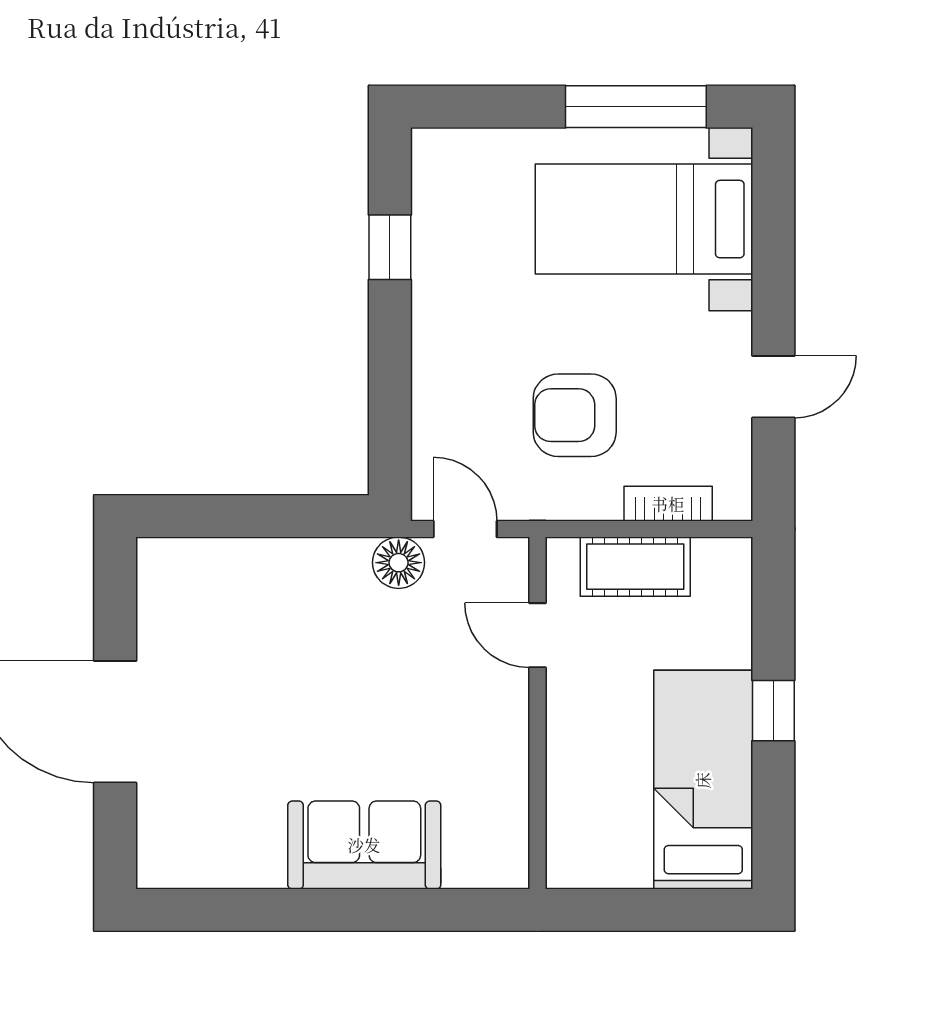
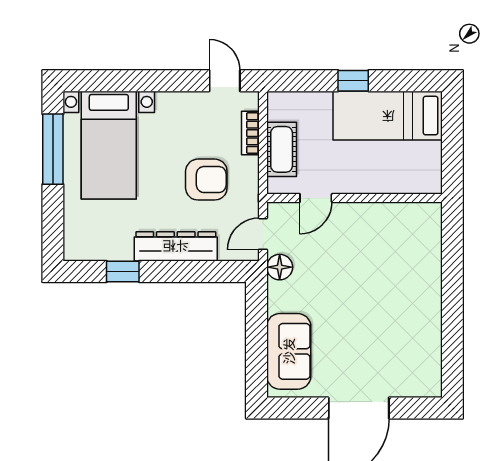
dresser: (440, 354) -> (176, 246), added
door: (773, 387) -> (225, 81), moved
armchair: (575, 415) -> (206, 180), turned -90
sofa: (364, 845) -> (289, 351), moved, turned 180

